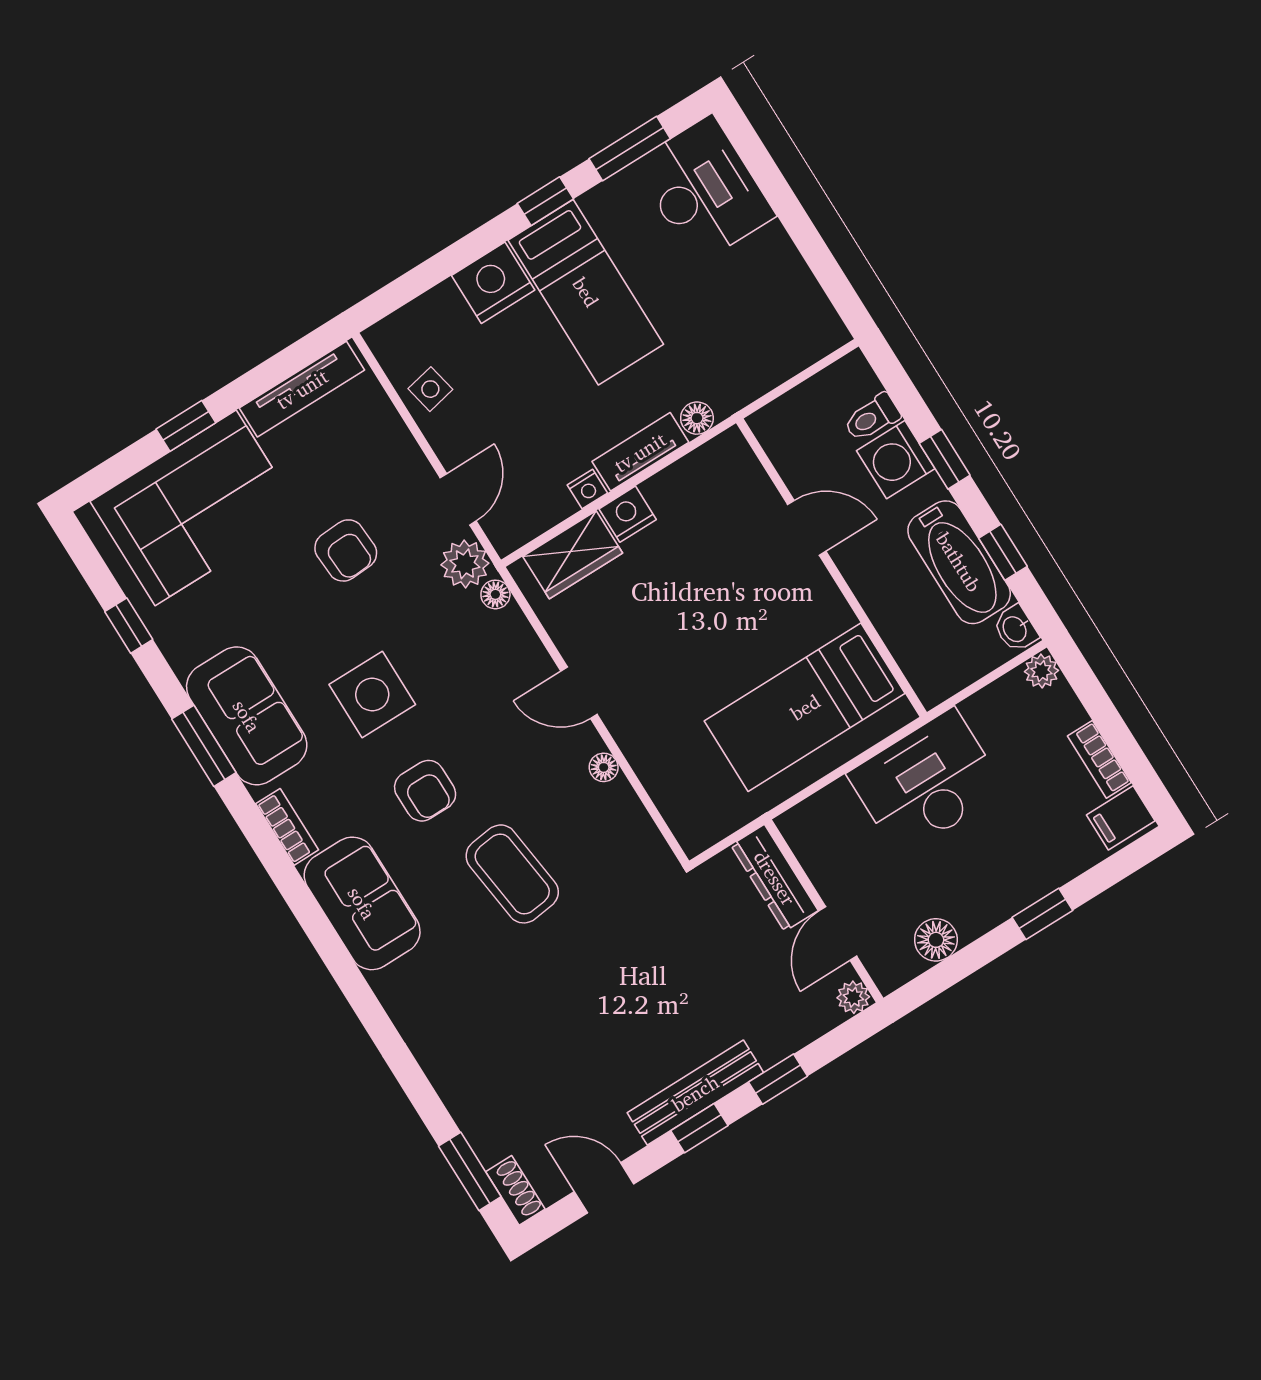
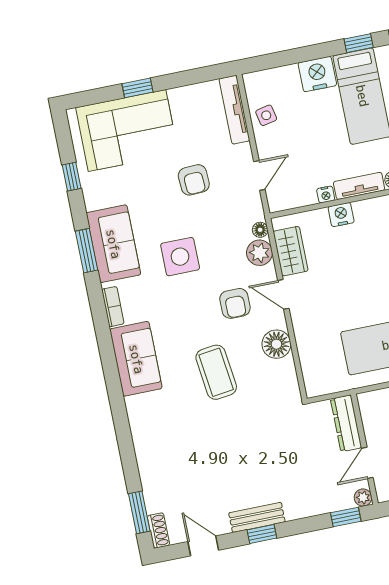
tv unit: (302, 389) -> (234, 110), moved, turned 90
wardrobe: (573, 555) -> (291, 251), moved, turned -90
plant: (465, 564) -> (259, 253), moved
floor lamp: (604, 767) -> (276, 344), width x1.89, depth x1.89
armchair: (425, 791) -> (235, 303), moved
window: (778, 1079) -> (346, 517), moved
bench: (695, 1093) -> (257, 517), width x0.73

